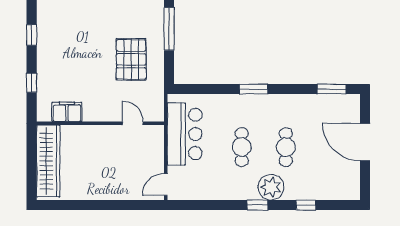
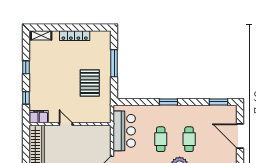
filing cabinet: (67, 112) -> (39, 117), moved
door: (133, 123) -> (66, 124), moved

